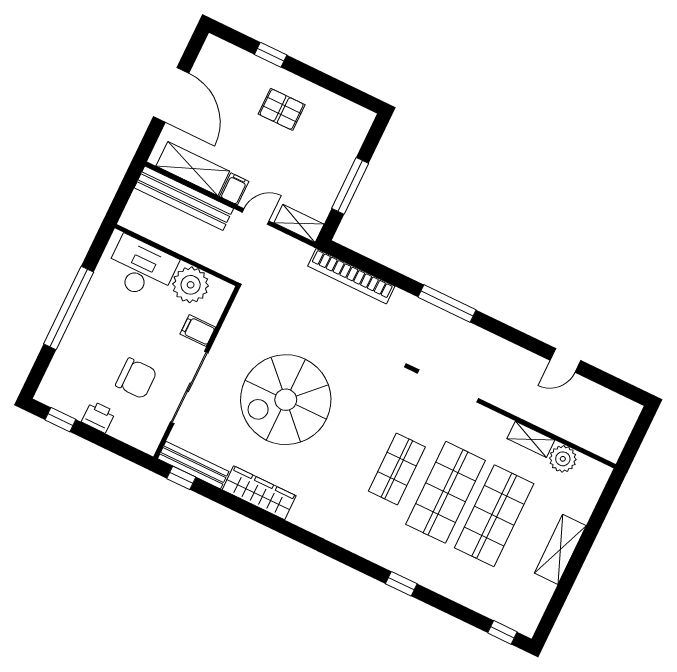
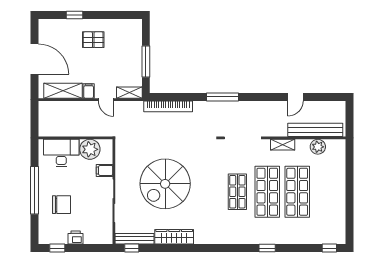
bench: (184, 198) -> (315, 130), moved
door: (256, 217) -> (106, 100), swing flipped
chair: (136, 378) -> (61, 205), moved
shelving: (531, 439) -> (283, 145), moved
shelving: (560, 549) -> (338, 193), removed

